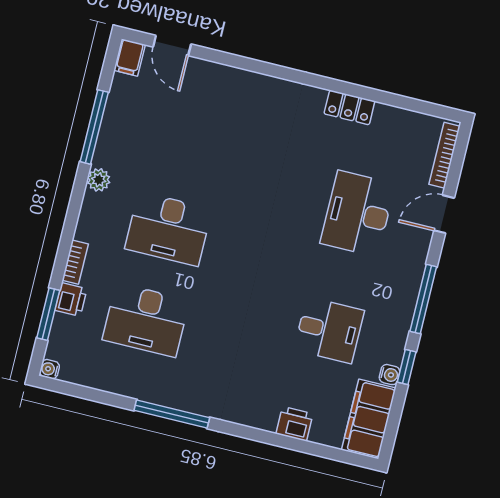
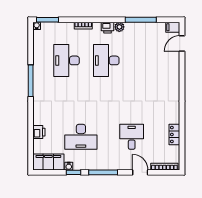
locker: (349, 107) -> (174, 135), moved
desk: (358, 214) -> (132, 137), width x0.73
printer: (71, 300) -> (108, 28), moved
window: (48, 314) -> (47, 20), moved
desk: (329, 330) -> (81, 137), width x1.37

